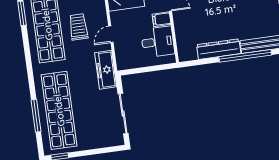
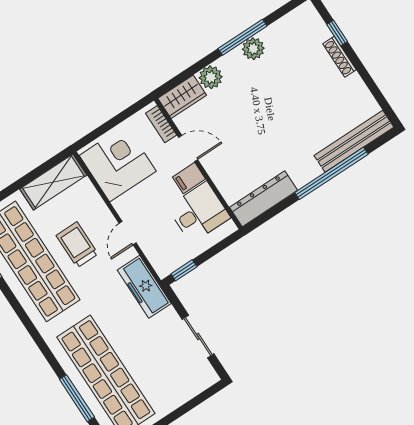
dresser: (219, 49) -> (263, 199), moved
window: (133, 71) -> (184, 270), added
sliding door: (123, 113) -> (198, 337), width x0.73

